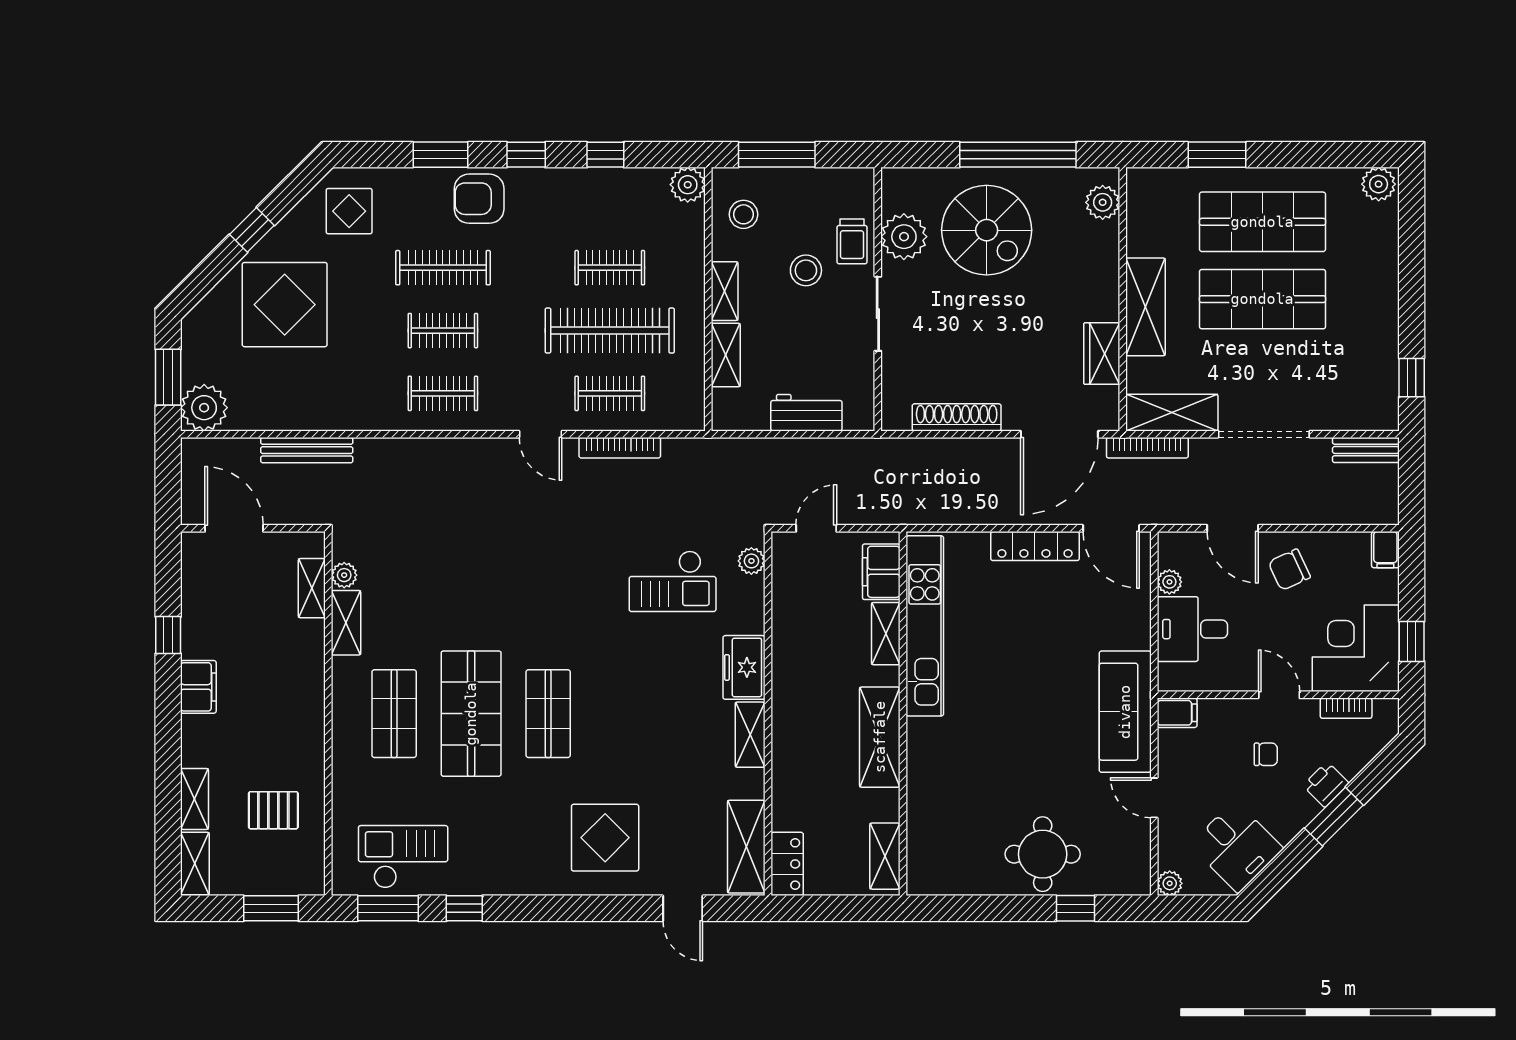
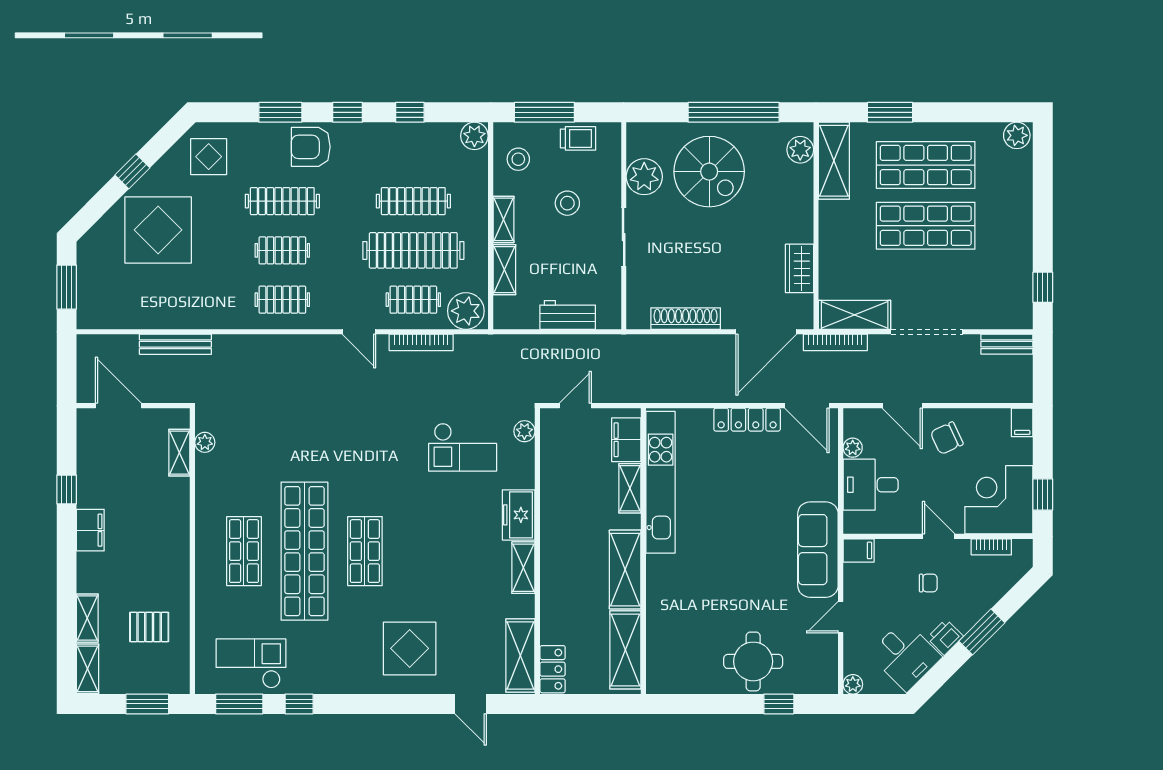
trolley: (852, 241) -> (578, 138), moved, turned -90
clothes rail: (610, 268) -> (413, 201), width x1.36
shelving: (1145, 307) -> (834, 161), moved
plant: (204, 408) -> (466, 311), moved
shelving: (346, 623) -> (206, 480), removed
shop shelf: (471, 714) -> (304, 551), width x1.40
printer: (1326, 784) -> (945, 637), moved
door: (1154, 798) -> (841, 617), hinge flipped
shelving: (885, 856) -> (625, 650), width x1.50, depth x1.33

